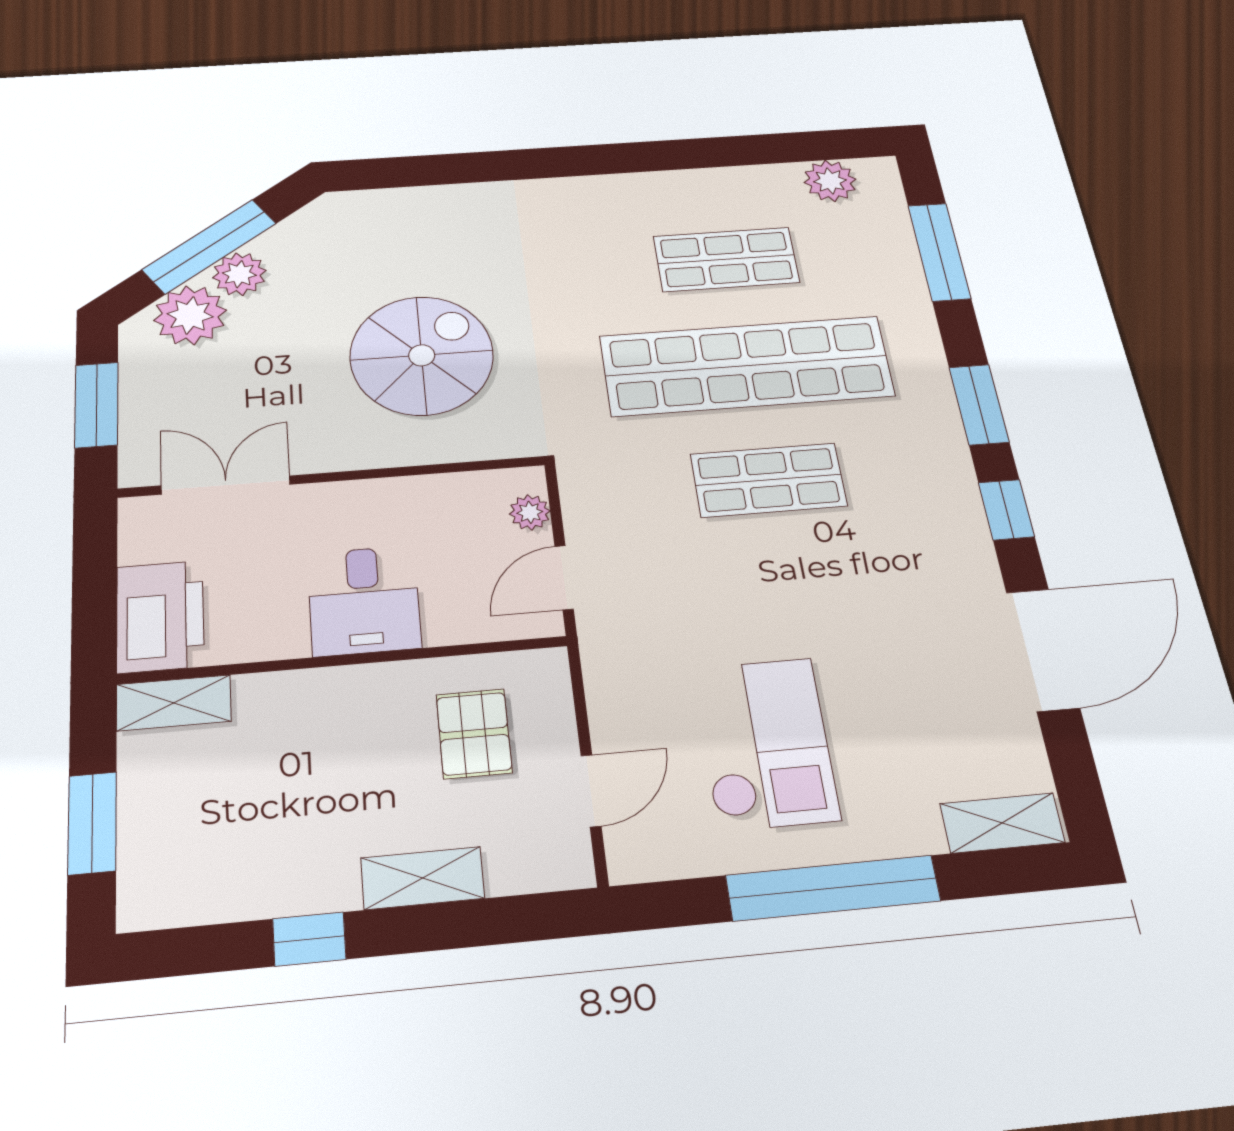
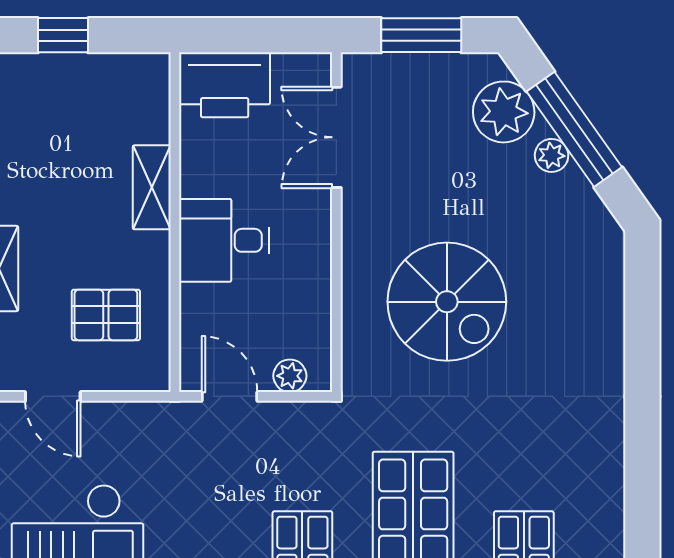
plant: (239, 274) -> (552, 155), width x0.73, depth x0.73
double door: (226, 485) -> (336, 137), swing flipped
shelving: (174, 703) -> (152, 187), moved
window: (92, 823) -> (63, 35), width x0.67

